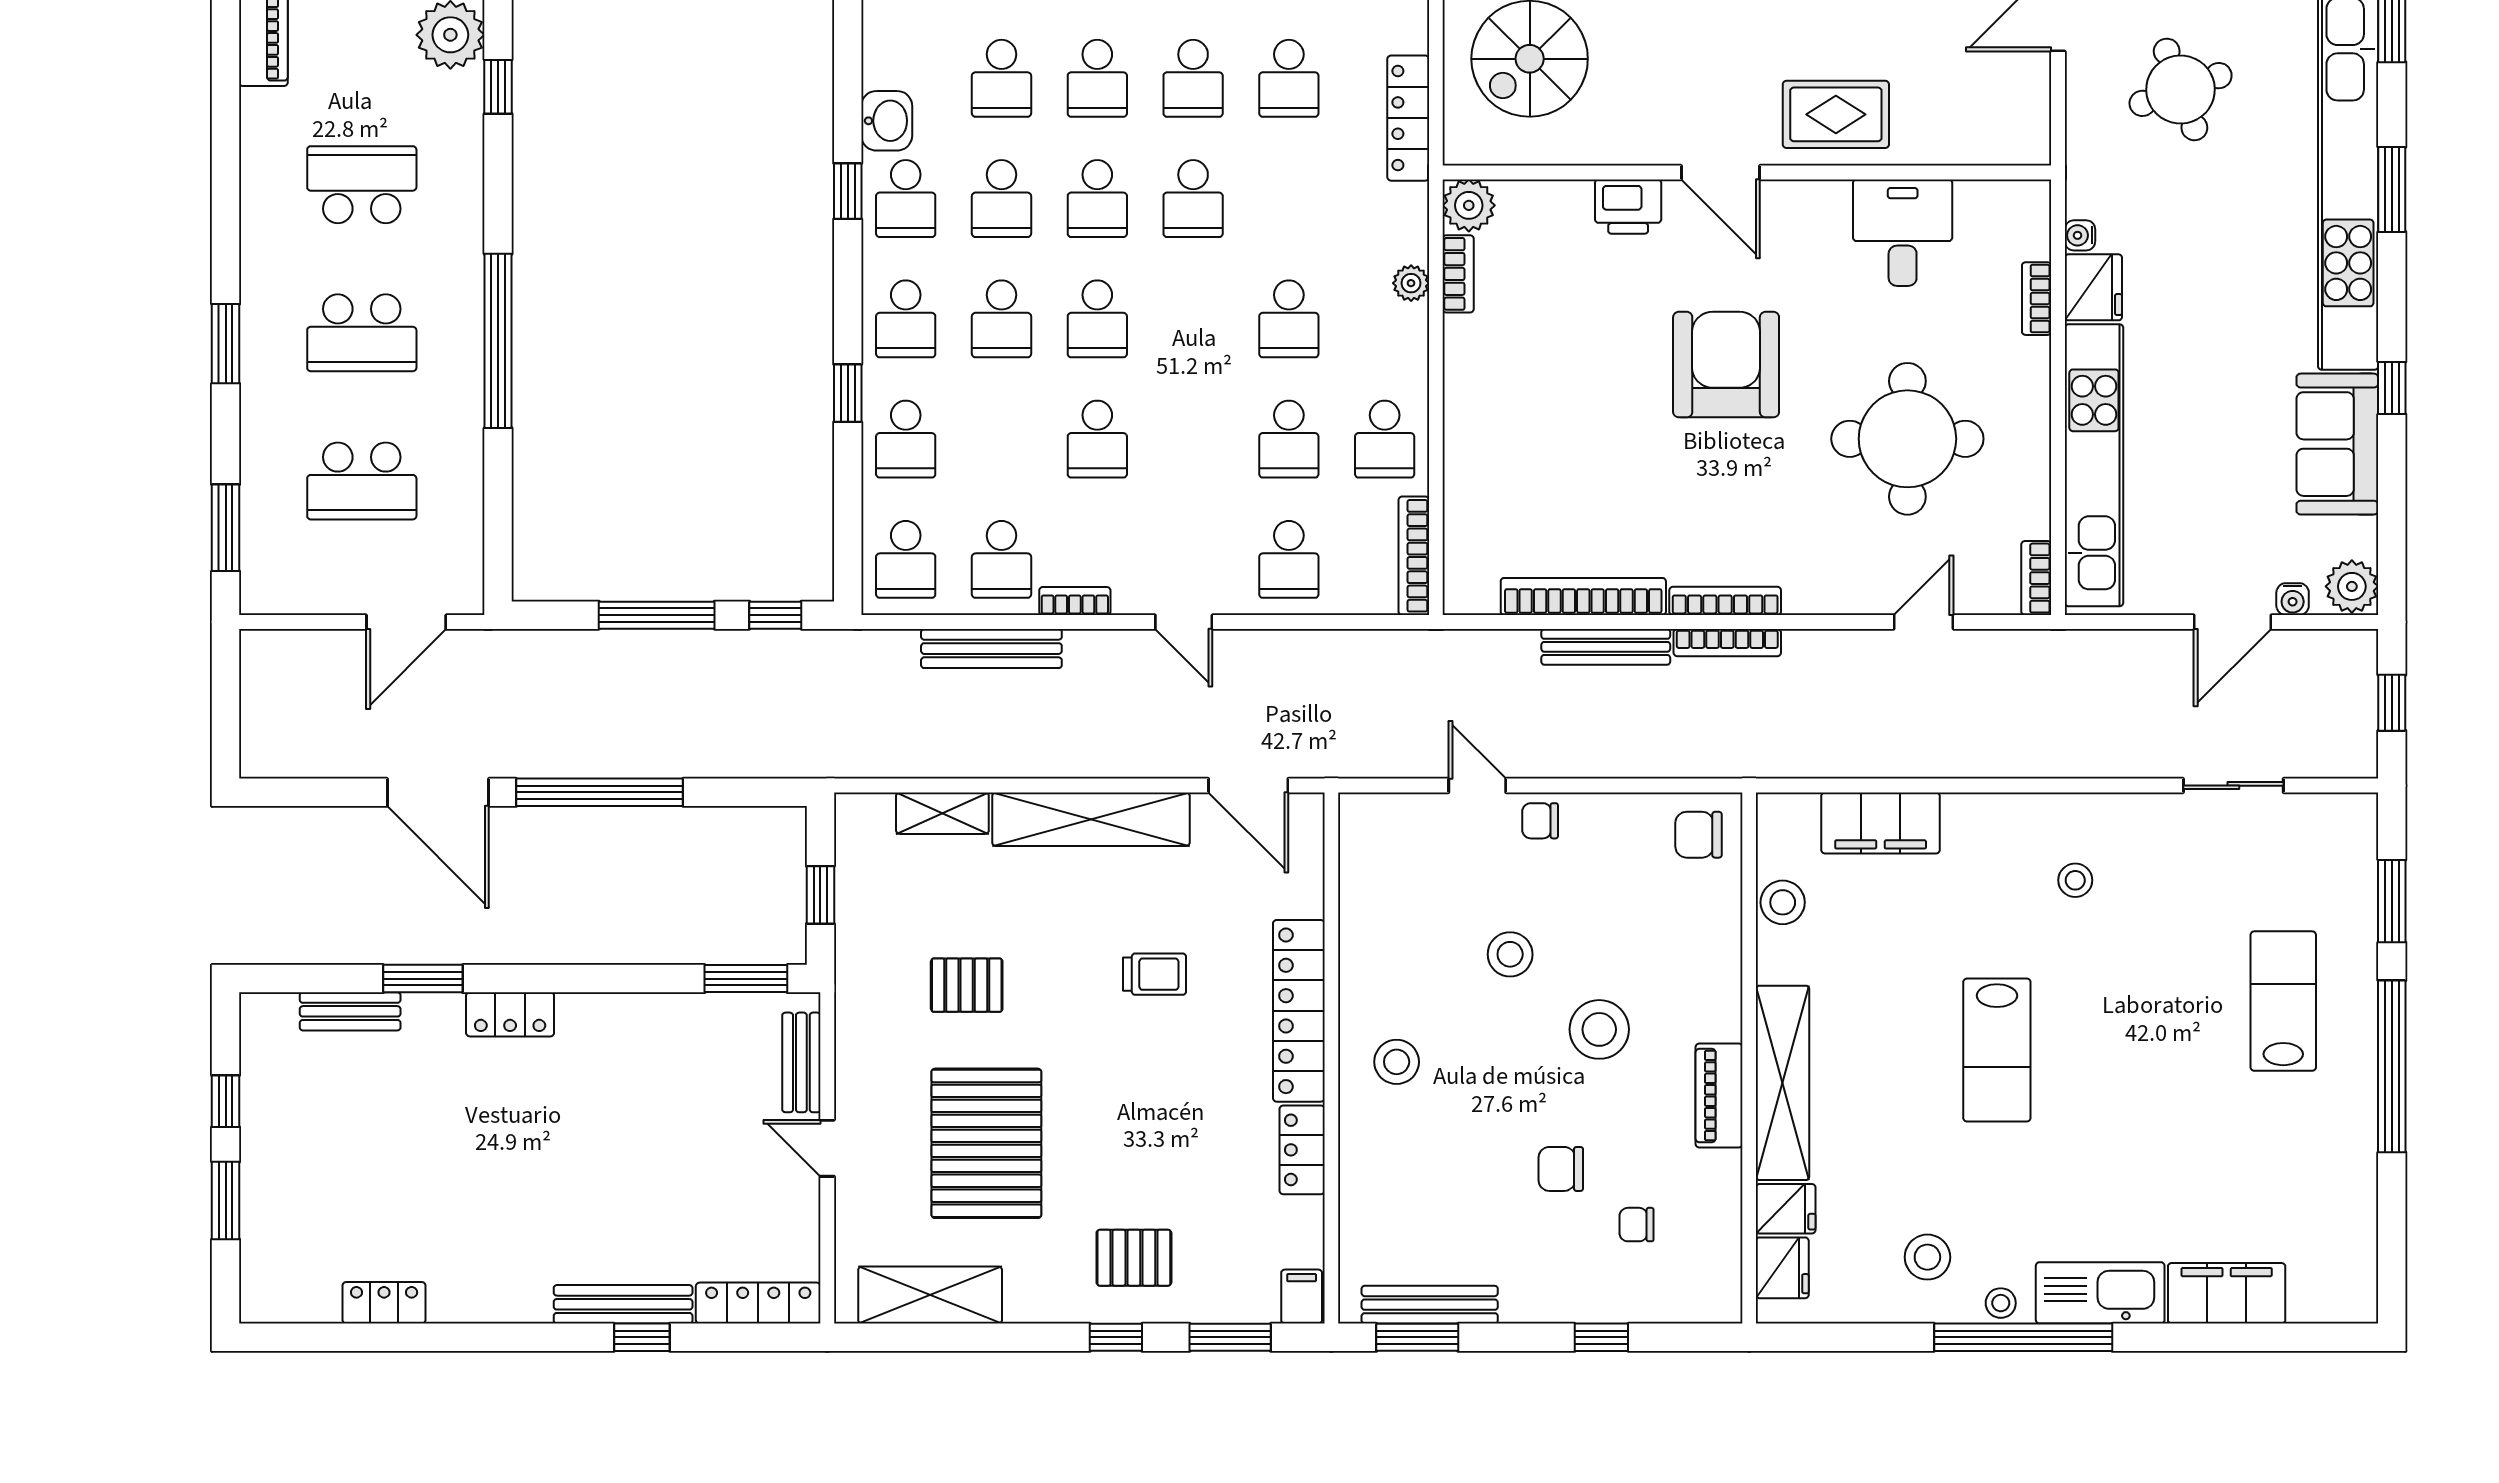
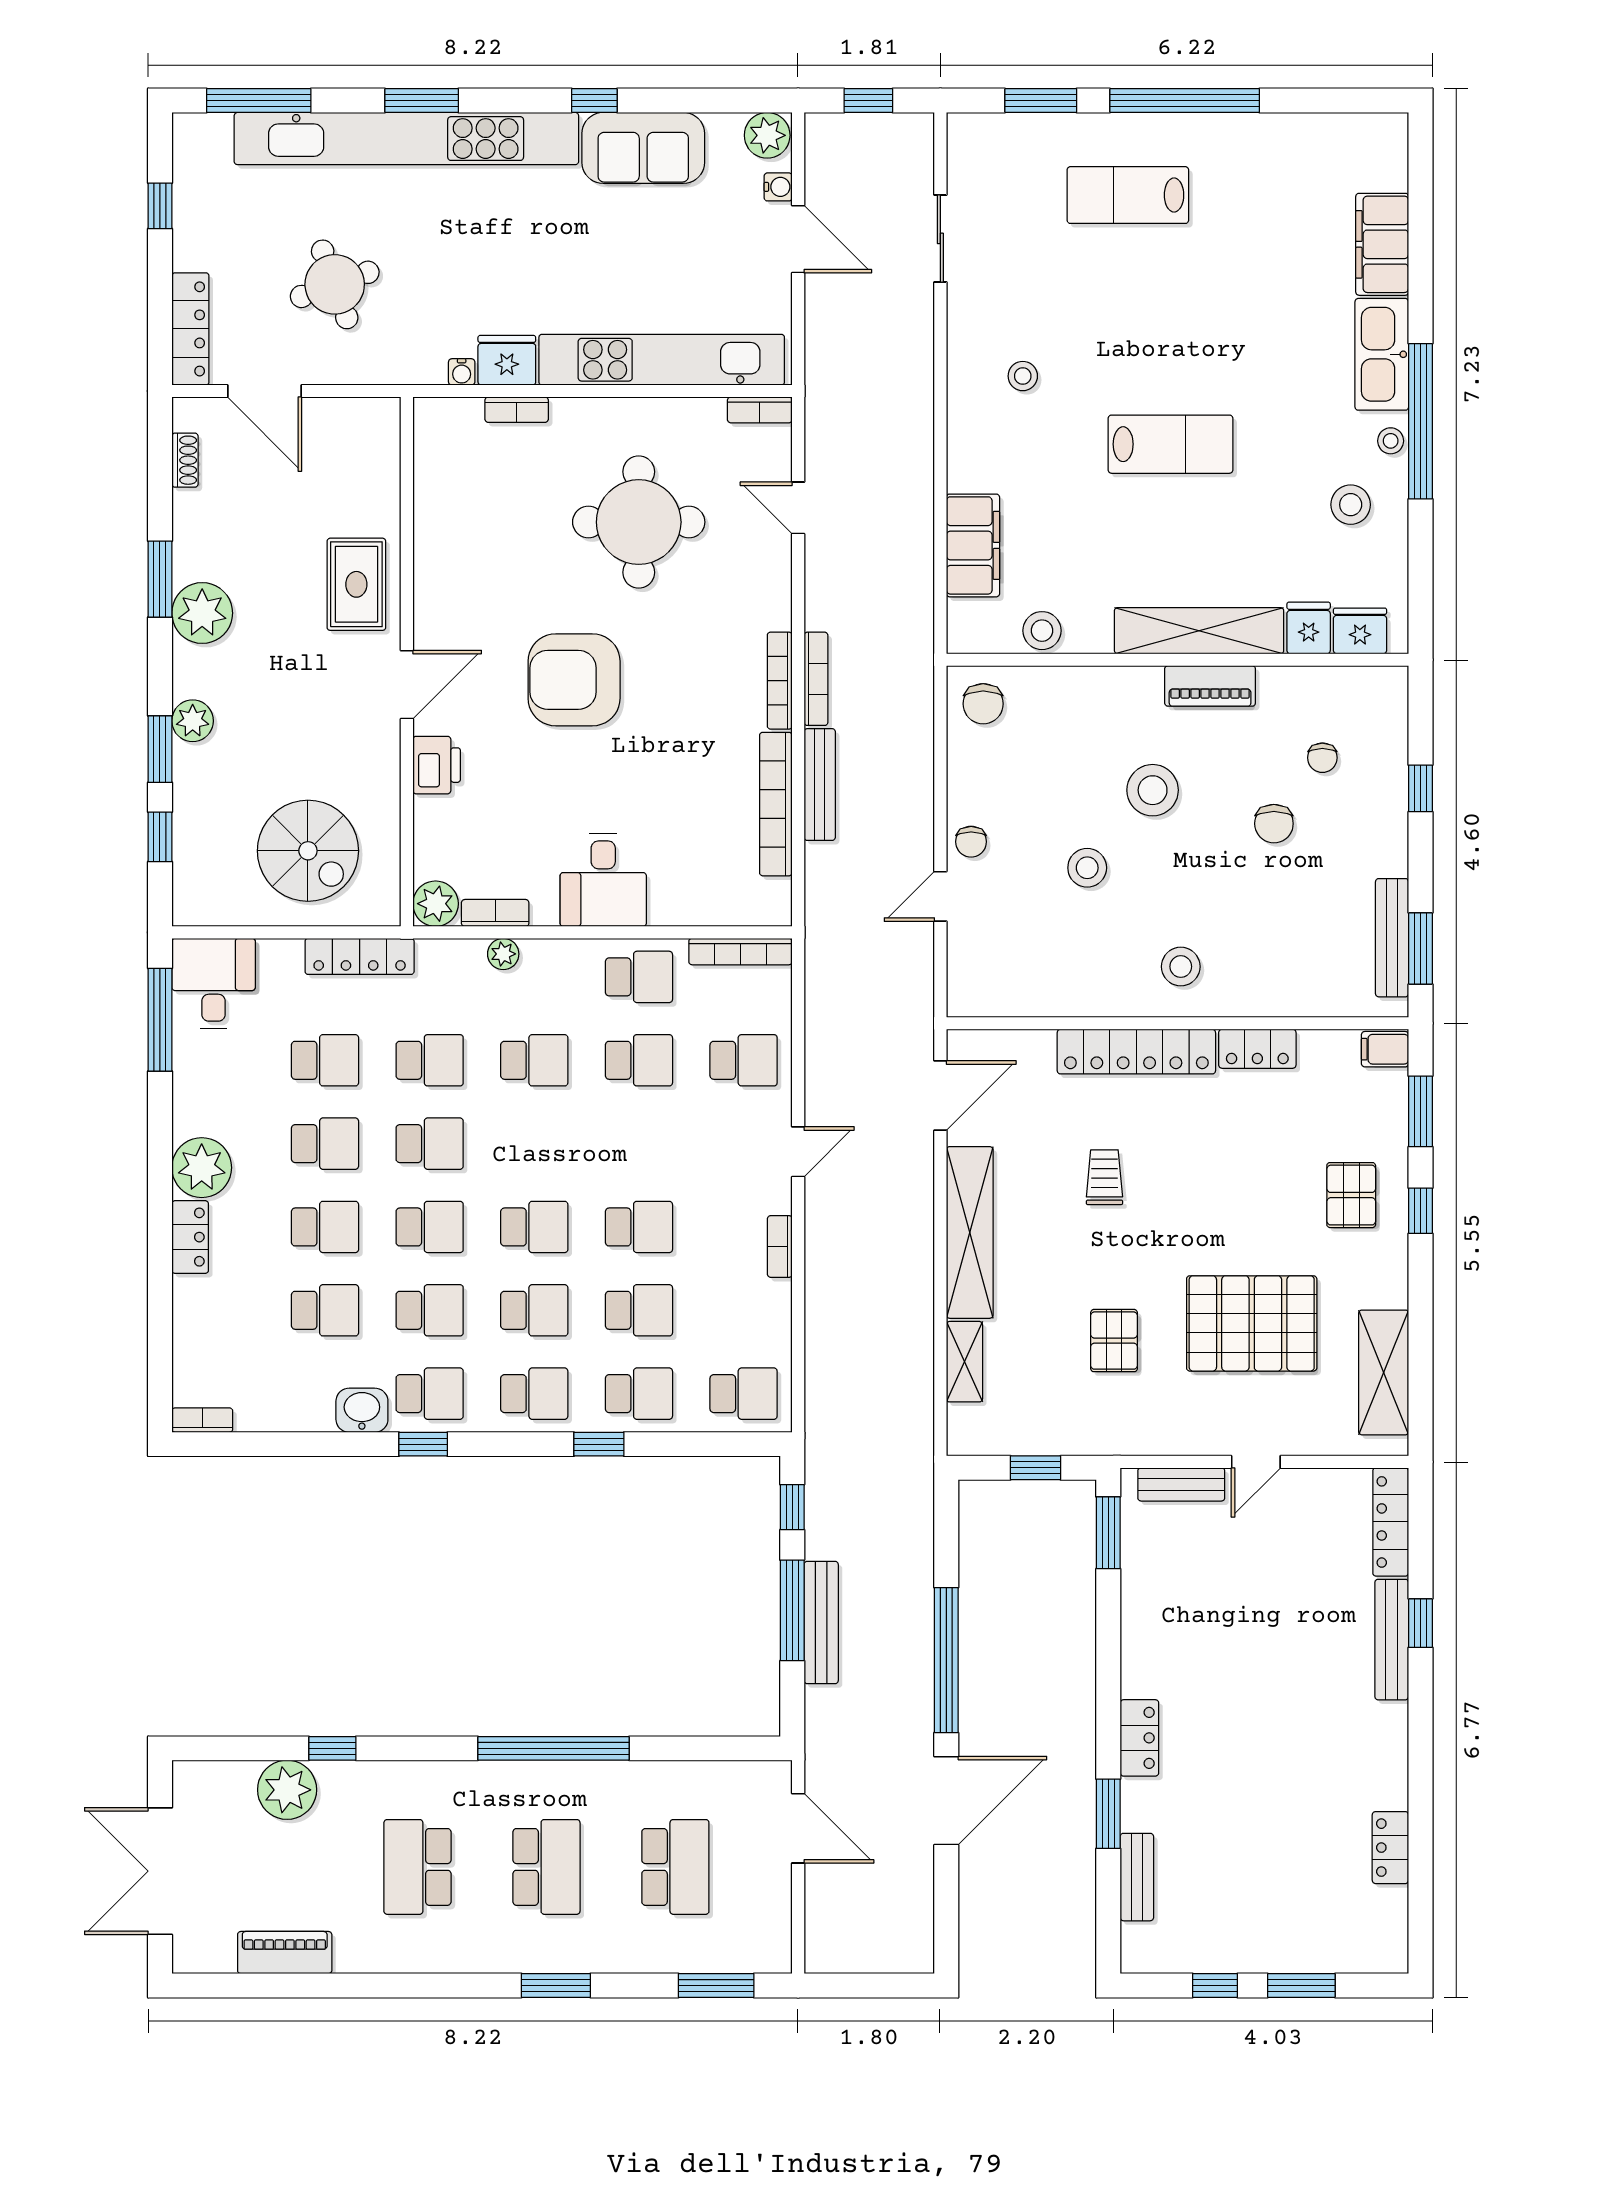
school desk: (1289, 199) -> (430, 1060), added
desk: (1903, 233) -> (603, 880), moved, turned -90
school desk: (1001, 559) -> (639, 1310), moved
bench: (991, 649) -> (821, 1622), moved

